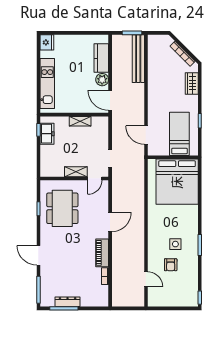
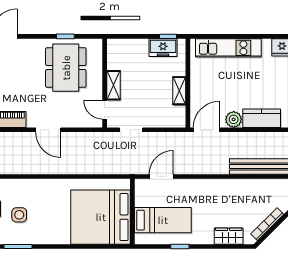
dining table: (62, 208) -> (66, 68), turned 90

